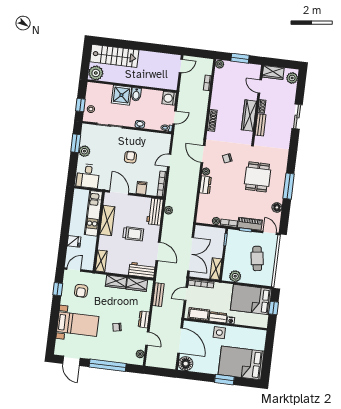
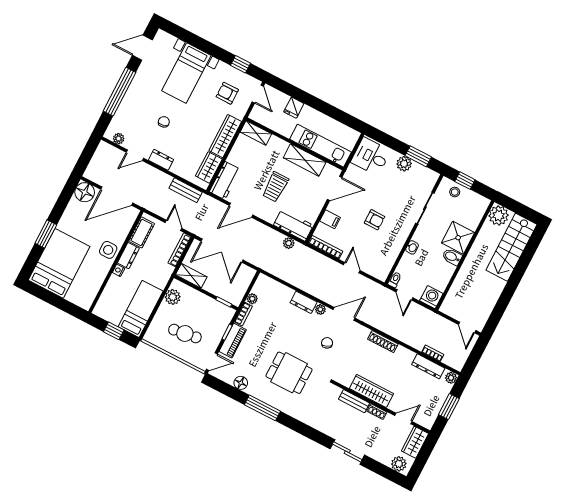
dresser: (218, 83) -> (428, 366), added
wardrobe: (116, 282) -> (225, 136), width x1.50
bed: (251, 299) -> (141, 309), width x0.67

